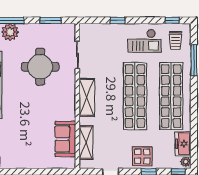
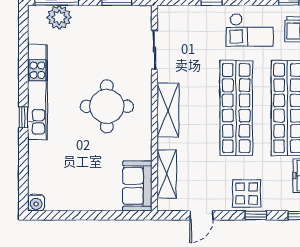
round table: (40, 67) -> (107, 106), moved
sofa: (65, 139) -> (137, 186), moved

